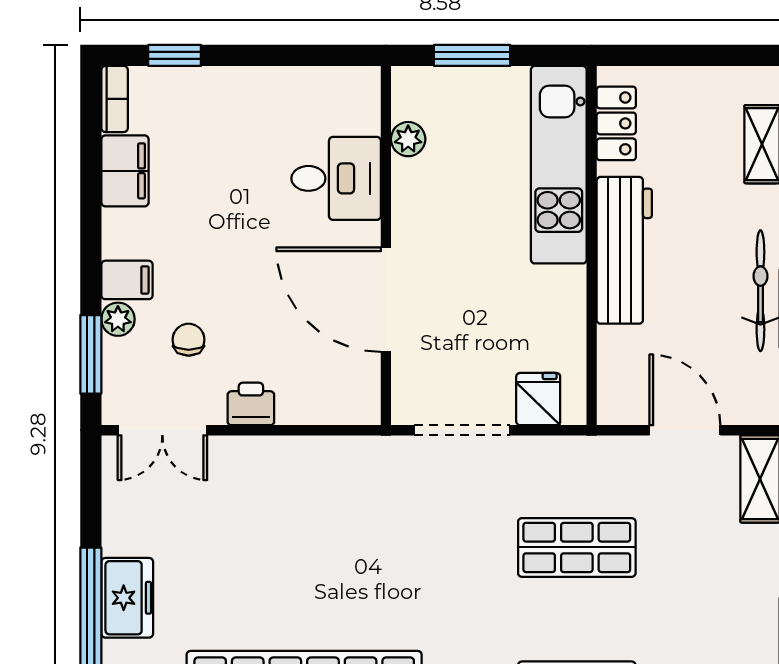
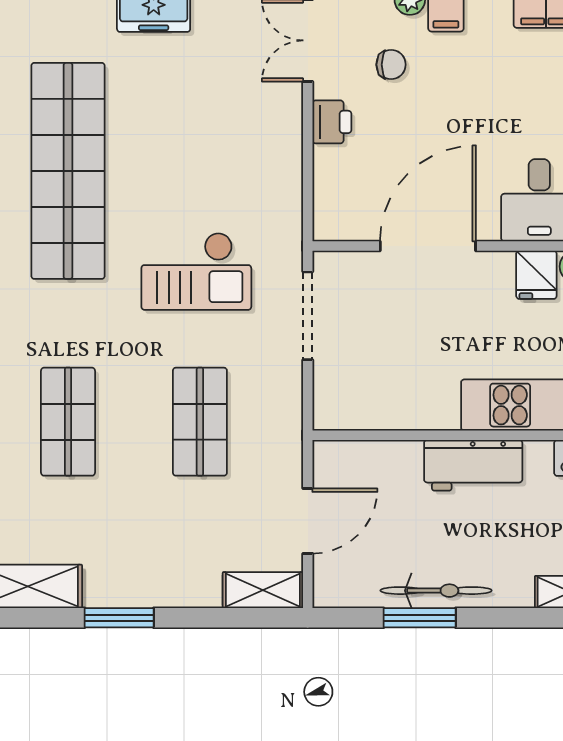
workbench: (624, 250) -> (473, 465), width x0.73
fridge: (538, 399) -> (536, 275), moved, turned 90
checkout: (413, 551) -> (196, 271), added

